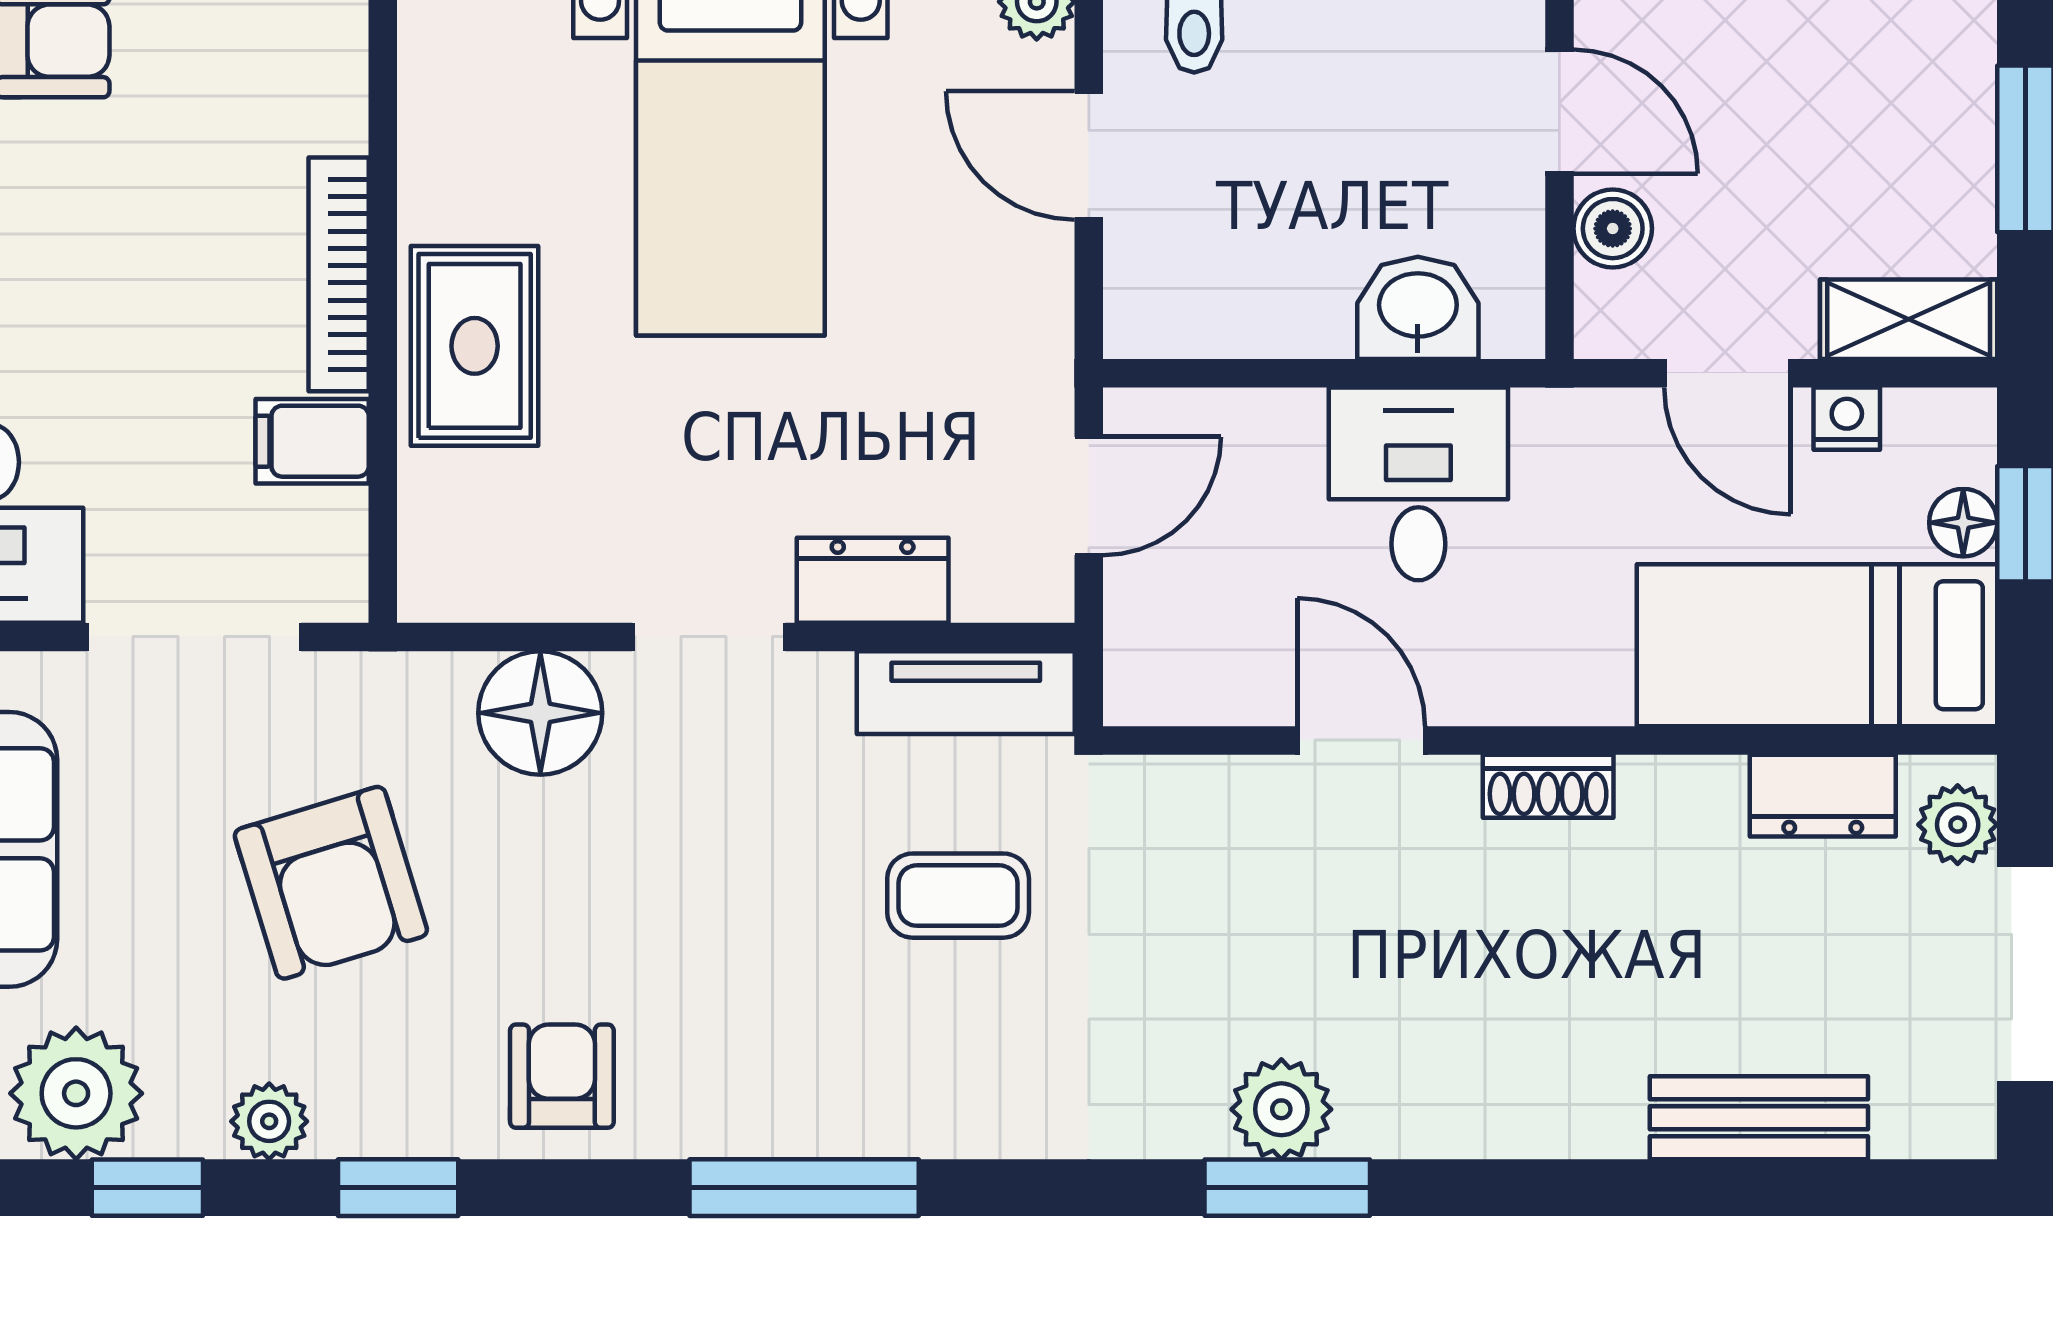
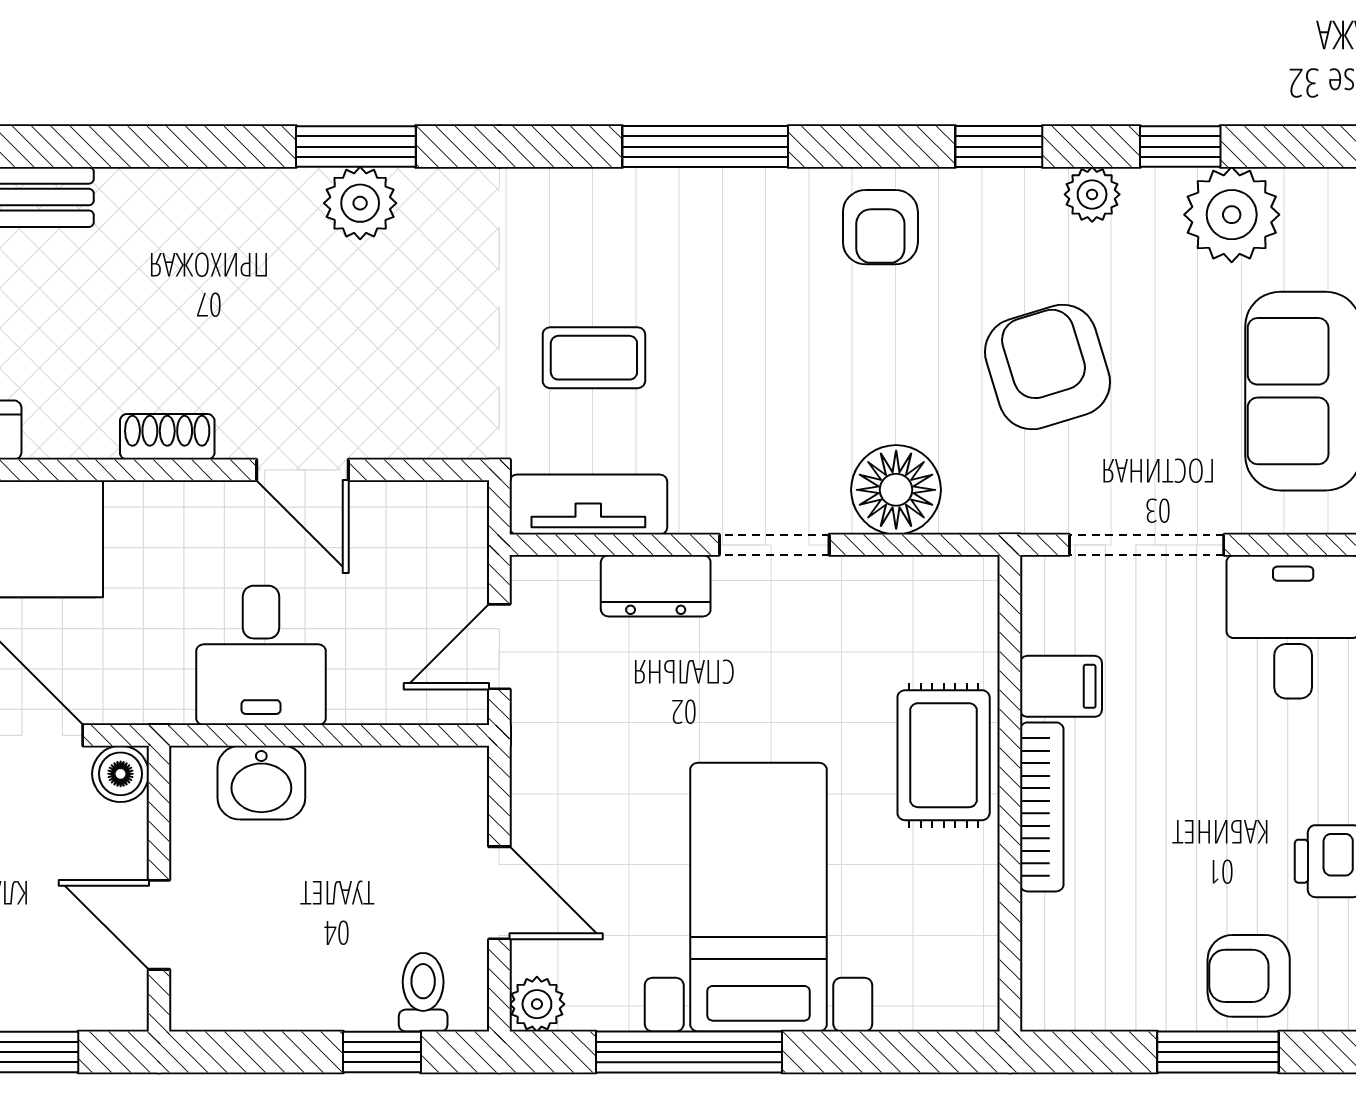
boiler: (1613, 229) -> (121, 774), moved

